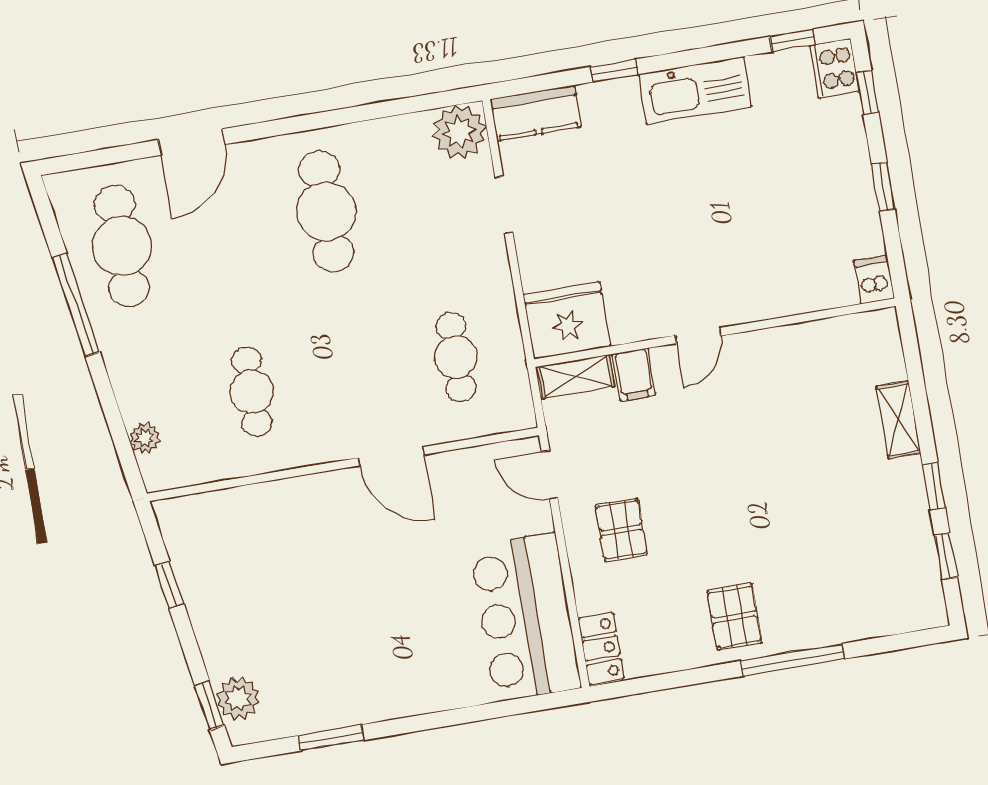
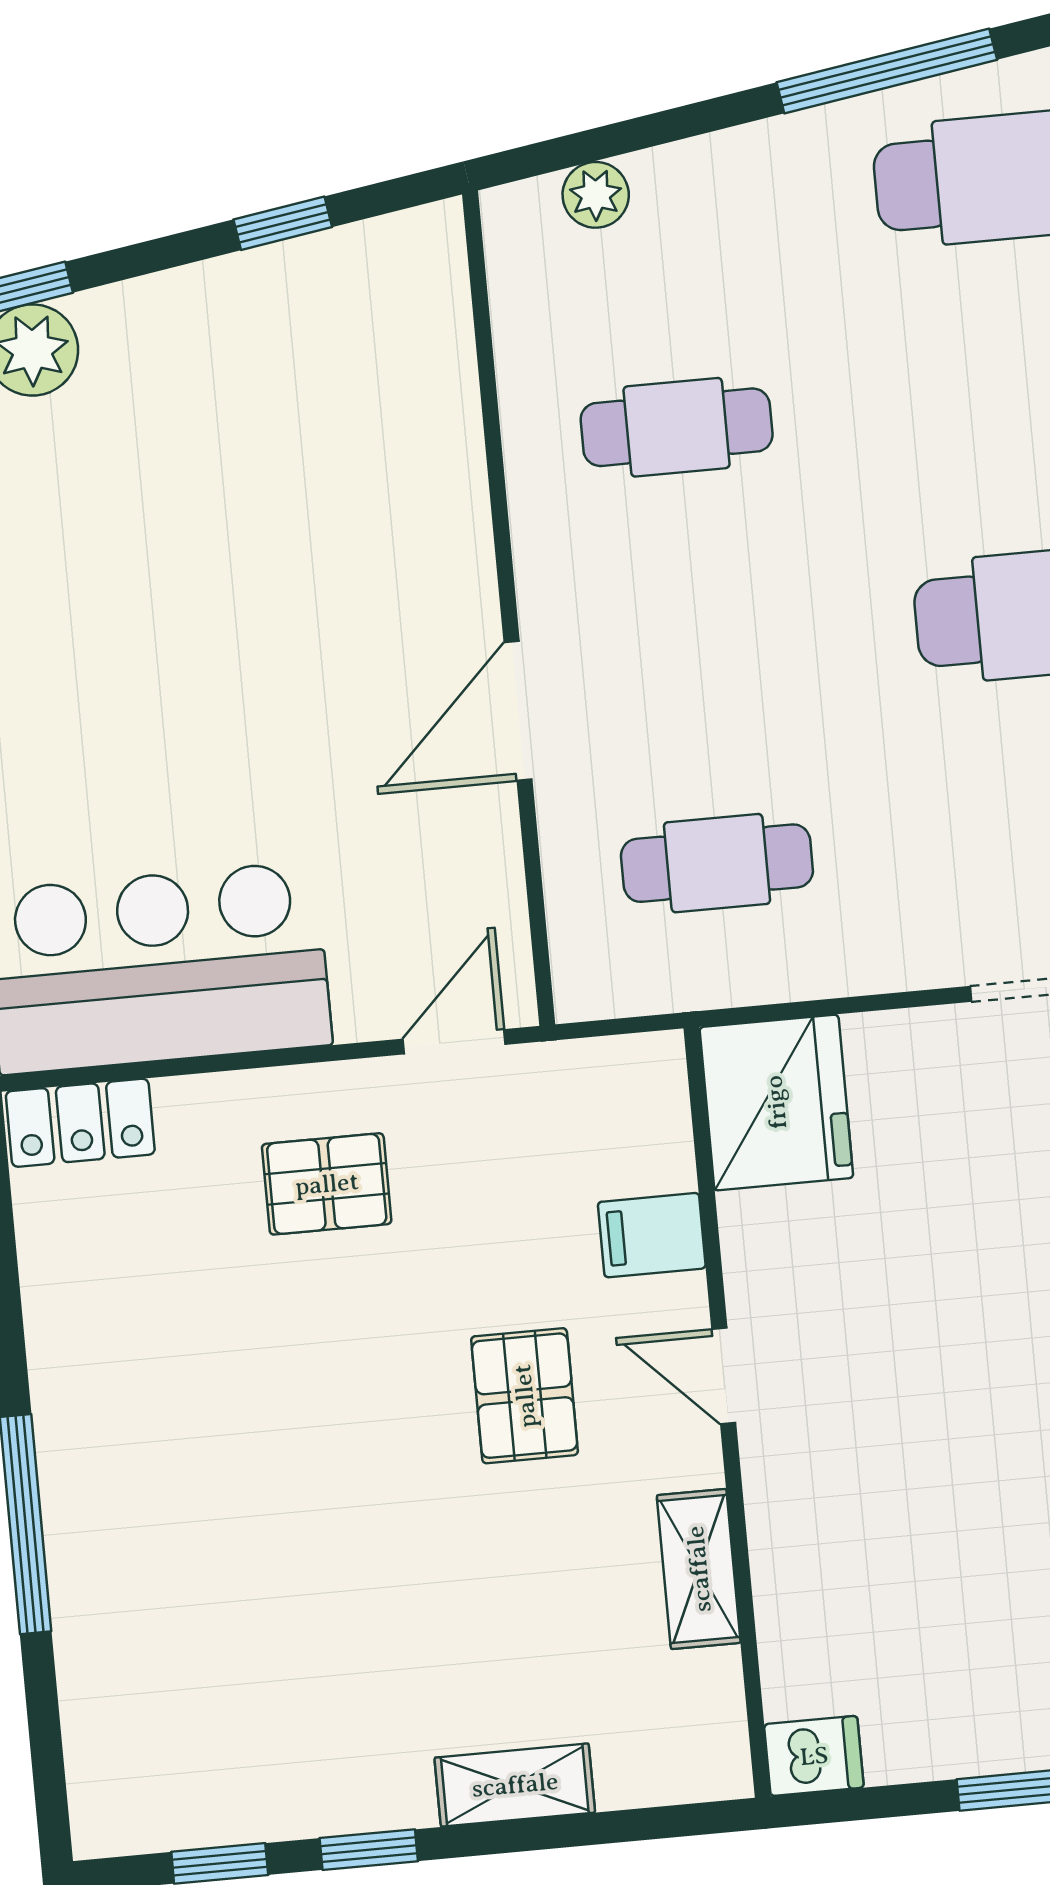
shelving: (576, 377) -> (699, 1569), moved
pallet: (734, 617) -> (525, 1396), moved, turned 90

